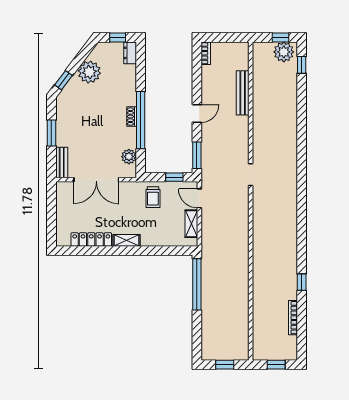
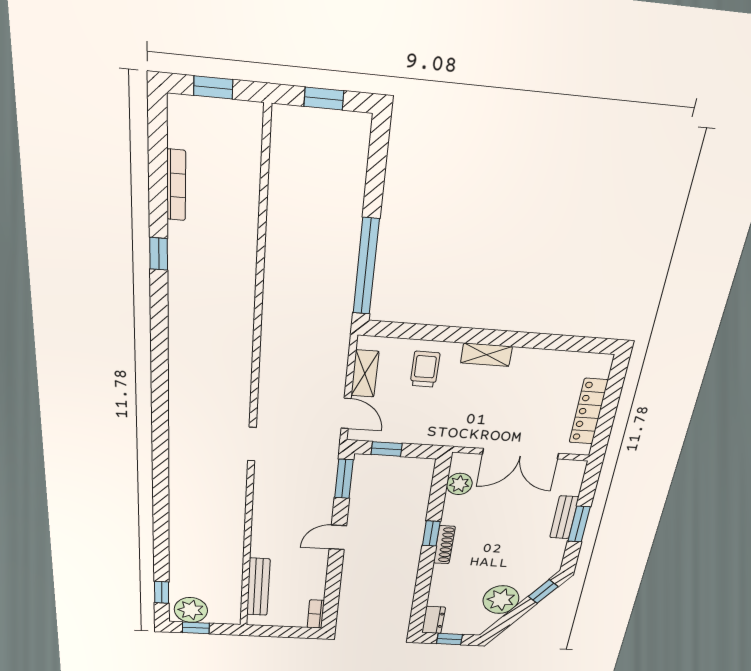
bench: (243, 93) -> (258, 587), moved
shoe rack: (132, 117) -> (444, 545), width x1.43
window: (141, 120) -> (431, 533), width x0.32
bench: (62, 163) -> (564, 517), moved
double door: (96, 180) -> (521, 454), swing flipped
trolley: (153, 197) -> (425, 369), moved
locker: (91, 240) -> (589, 411), moved, turned 90

